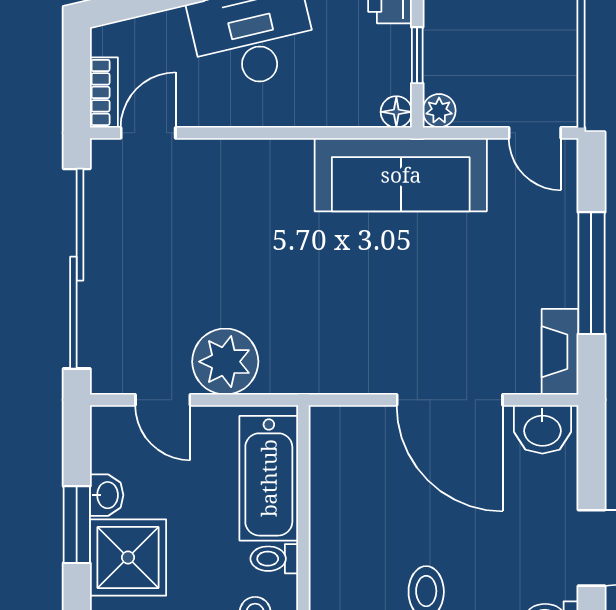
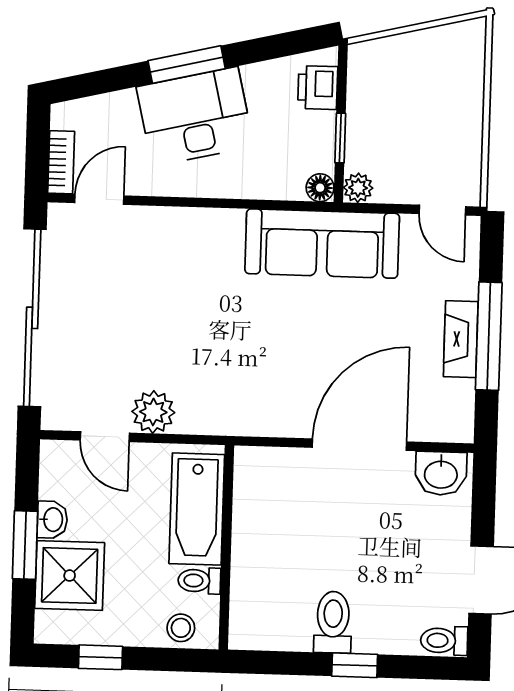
fireplace: (560, 352) -> (461, 339), moved
plant: (225, 362) -> (153, 412), width x0.73, depth x0.73
door: (450, 400) -> (359, 445), swing flipped

